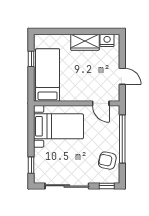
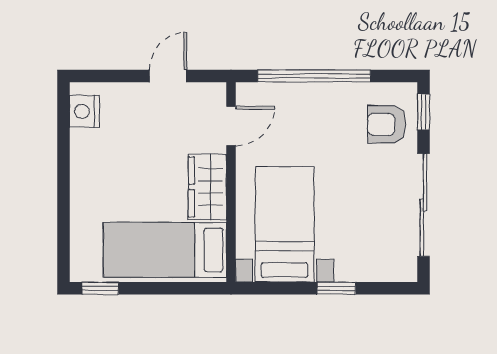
wardrobe: (85, 42) -> (207, 187), moved, turned 180
window: (31, 59) -> (100, 288), moved
armchair: (107, 161) -> (387, 124), moved, turned 78
window: (31, 165) -> (336, 288), moved

